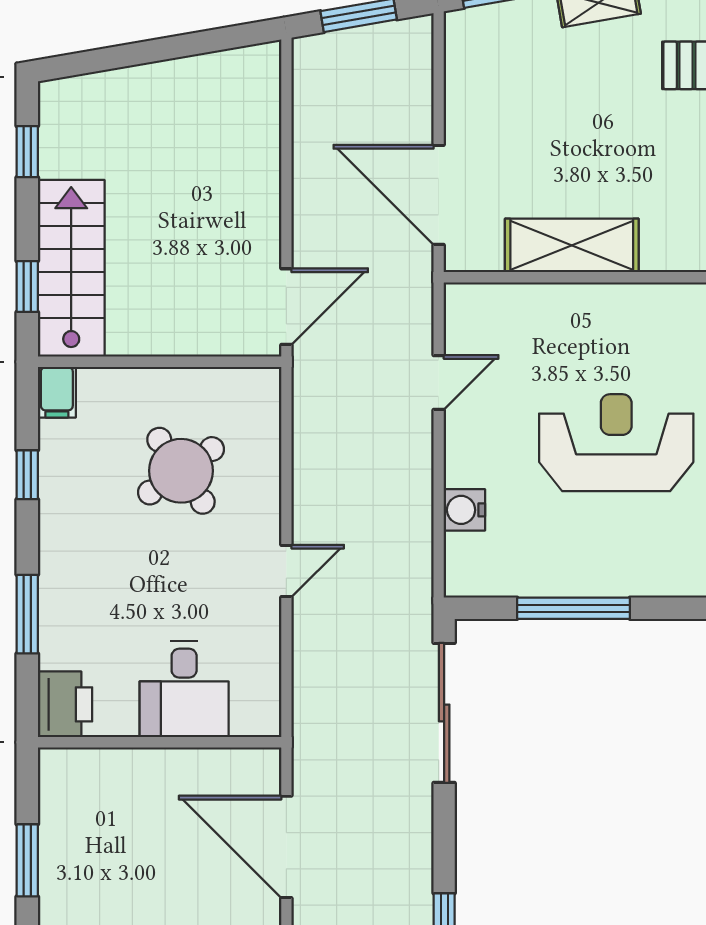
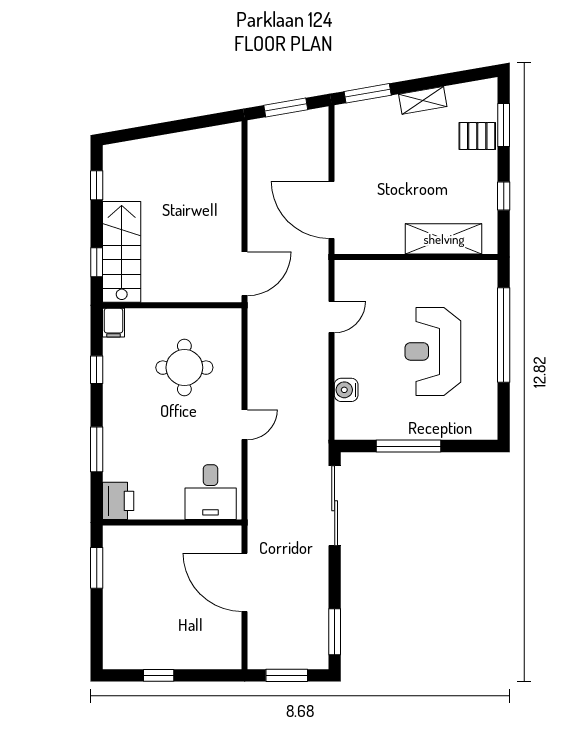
shelving: (572, 245) -> (444, 239), moved
reception desk: (616, 443) -> (433, 351), turned -90
round table: (181, 471) -> (184, 368), turned 35
desk: (184, 689) -> (211, 492), moved
window: (27, 860) -> (97, 568), moved

